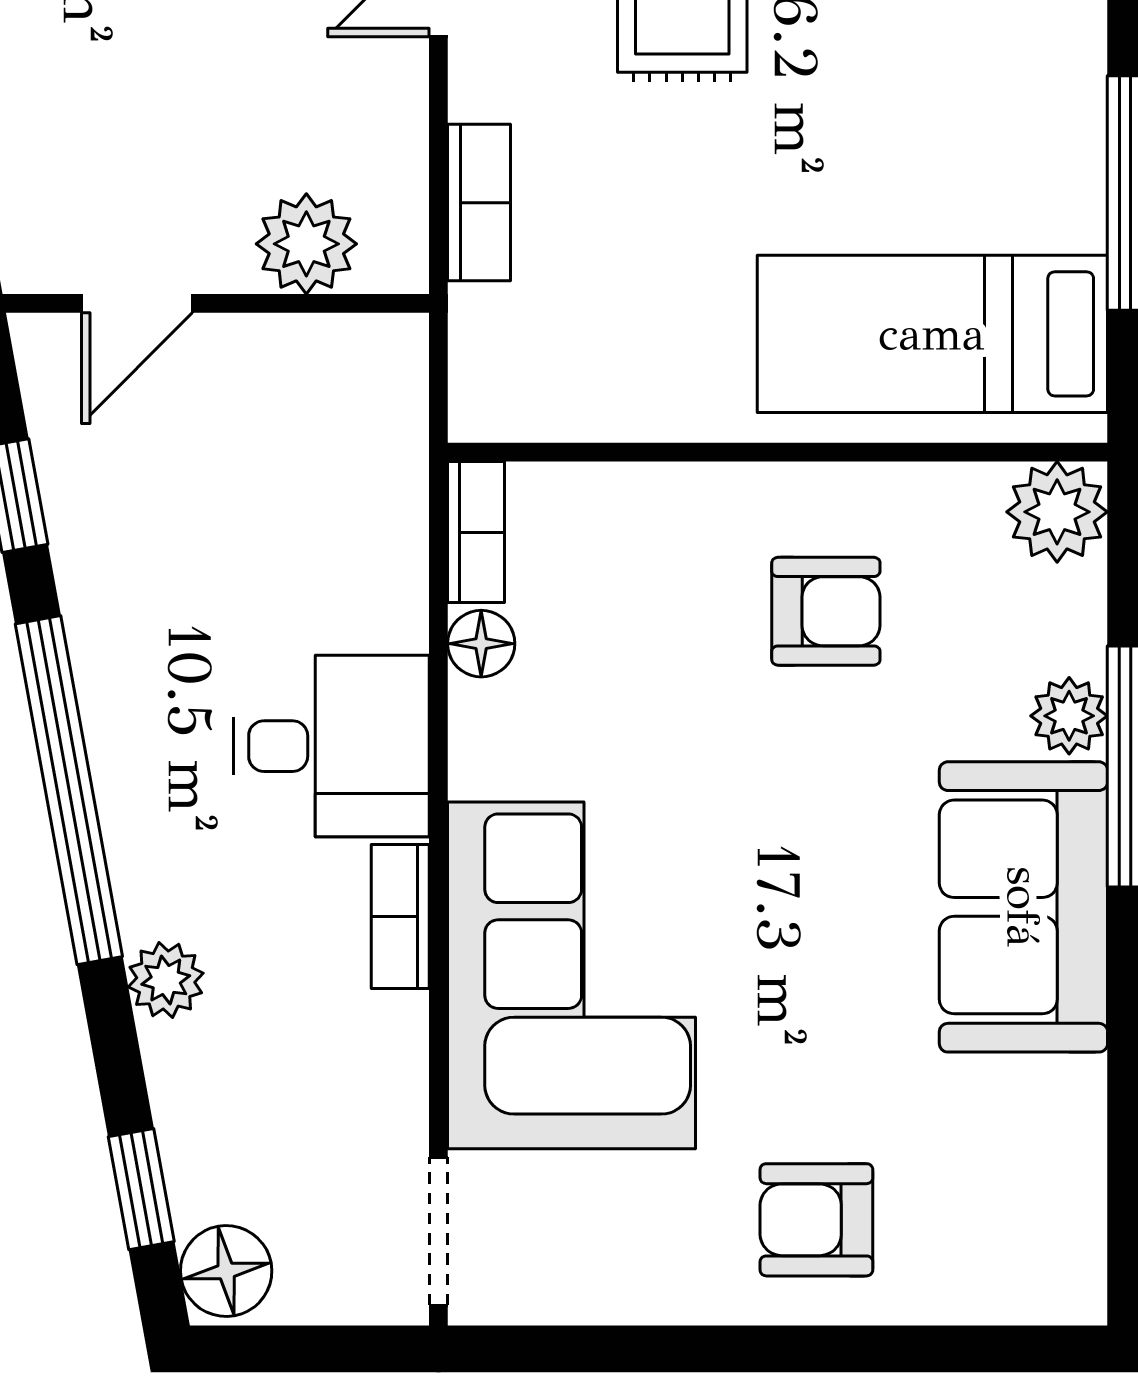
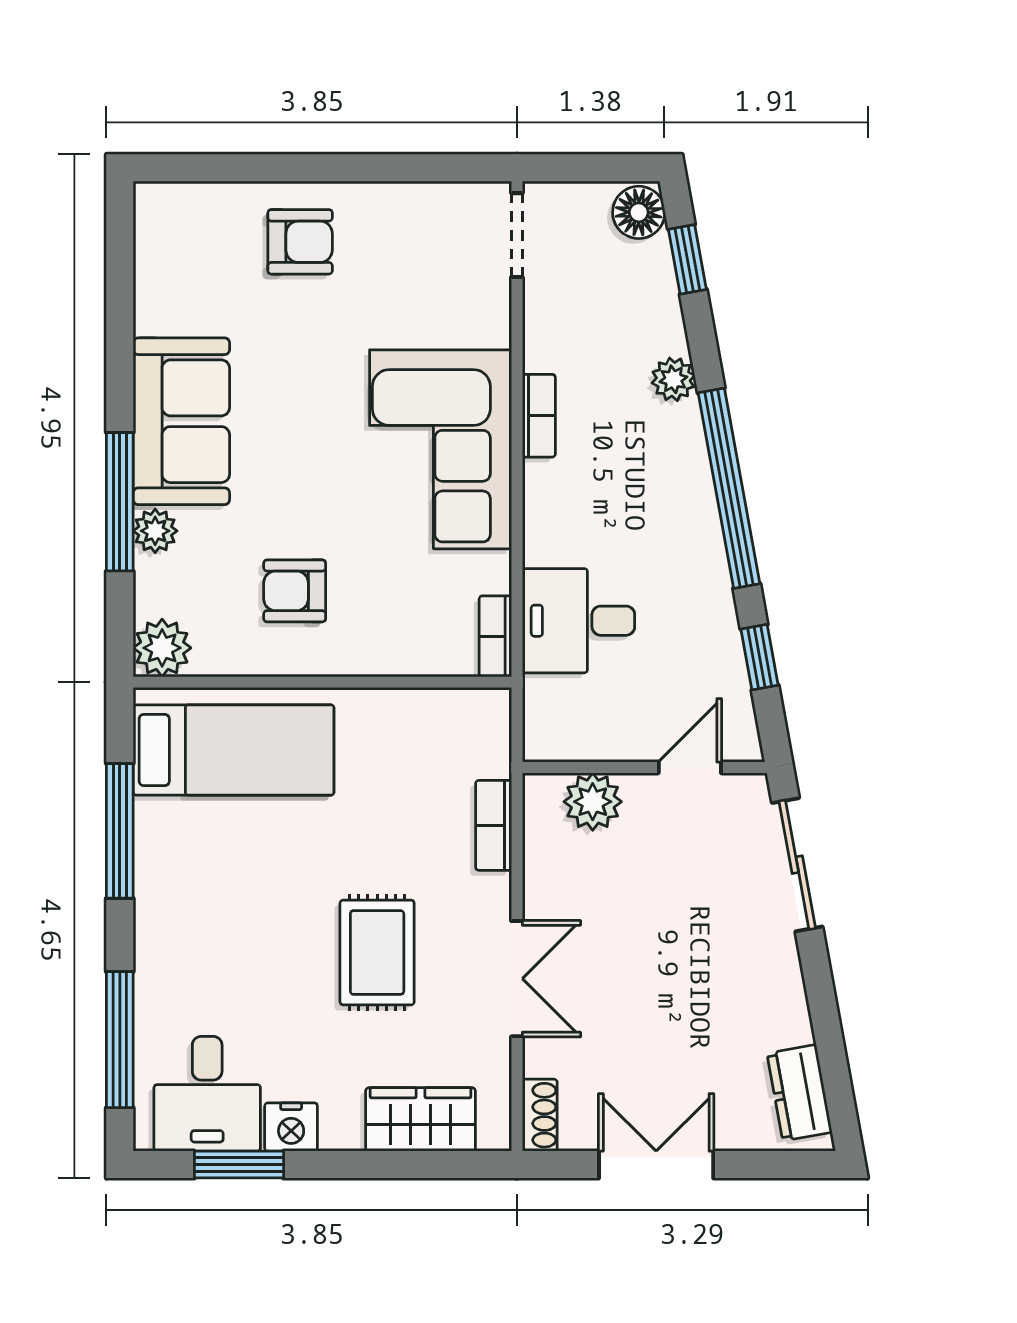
floor lamp: (481, 644) -> (492, 572), removed
desk: (331, 746) -> (578, 621), moved
corner sofa: (572, 975) -> (441, 449), moved

